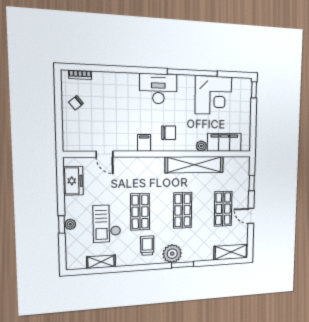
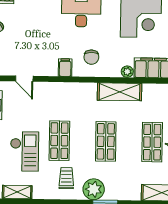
chair: (169, 133) -> (91, 57), turned 90
shelving: (195, 165) -> (120, 92), width x0.68
checkout: (107, 224) -> (24, 151), turned 180

